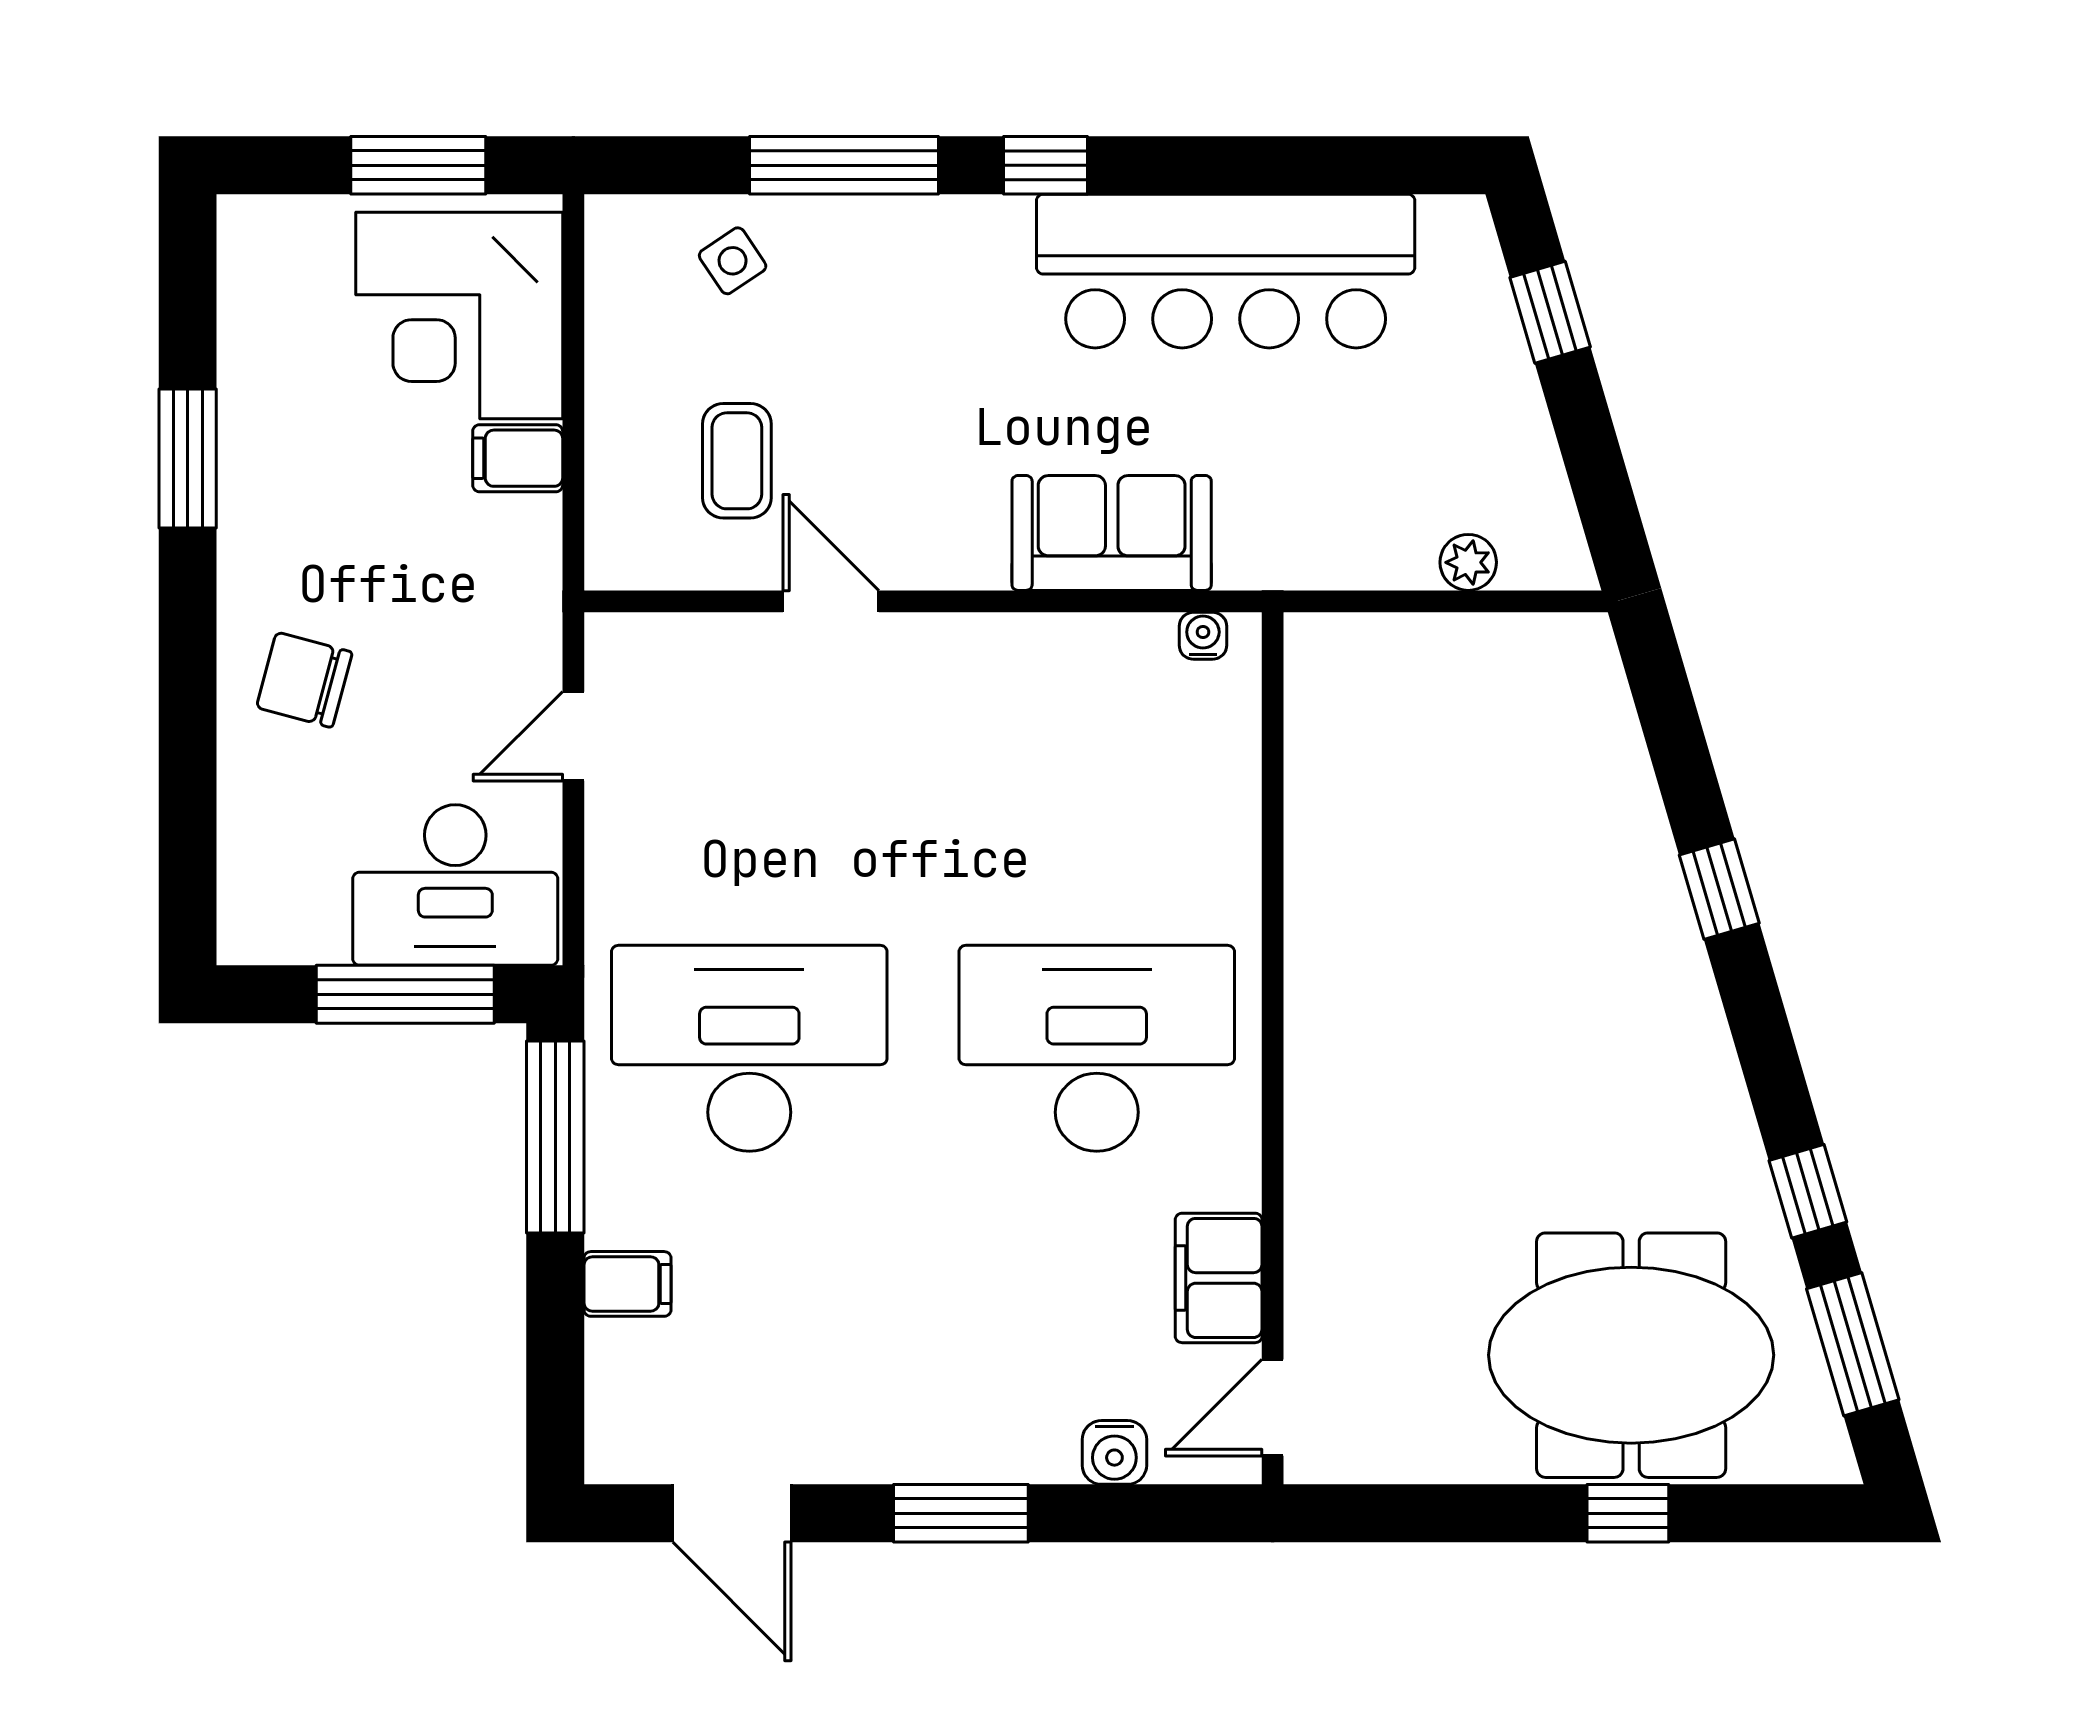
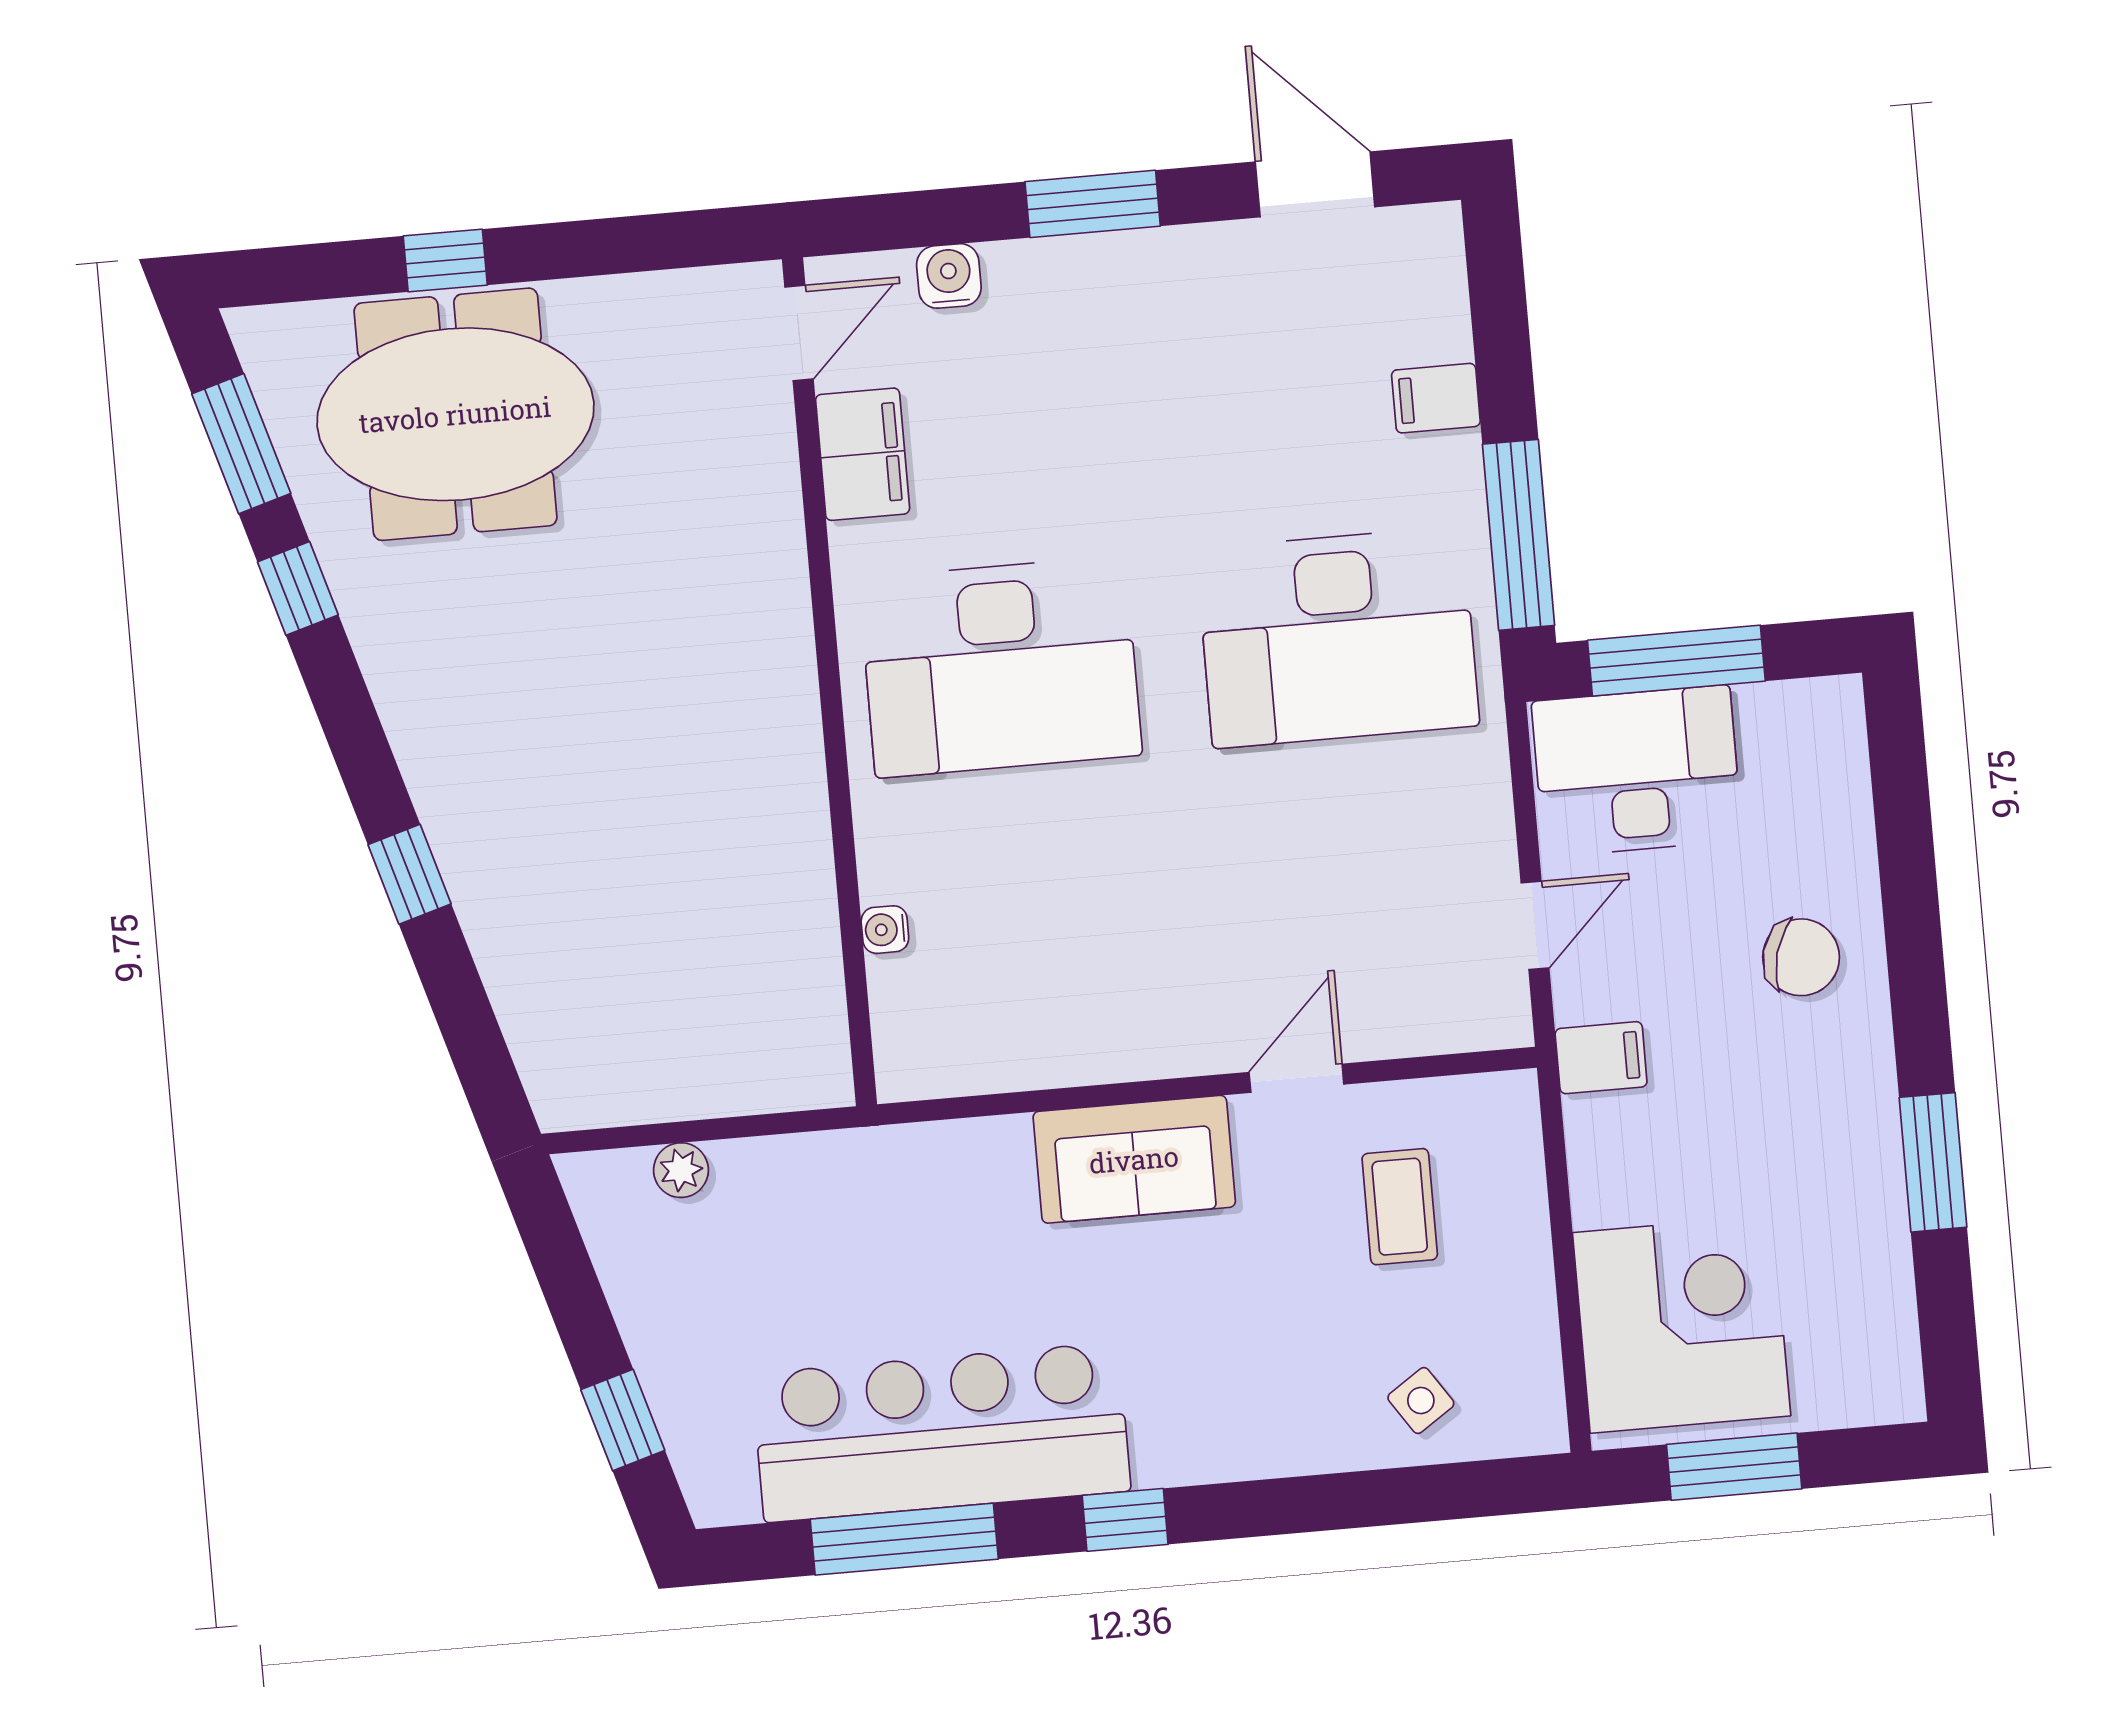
window: (844, 165) -> (904, 1539), moved
filing cabinet: (518, 458) -> (1601, 1058), moved
sofa: (1112, 533) -> (1134, 1159), moved
door: (831, 601) -> (1296, 1078), swing flipped
water cooler: (1203, 636) -> (885, 930), moved, turned 90

